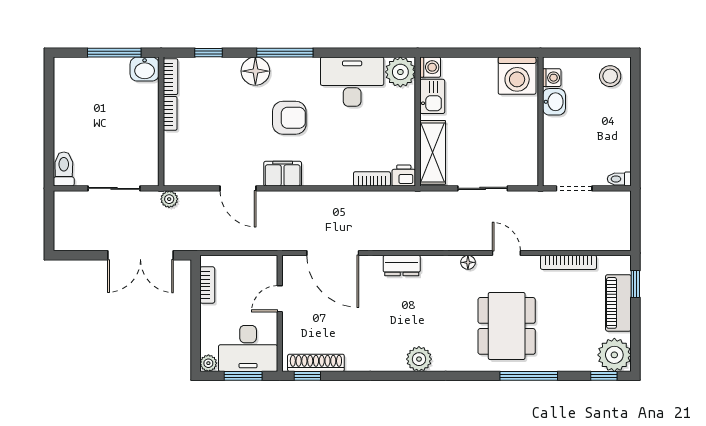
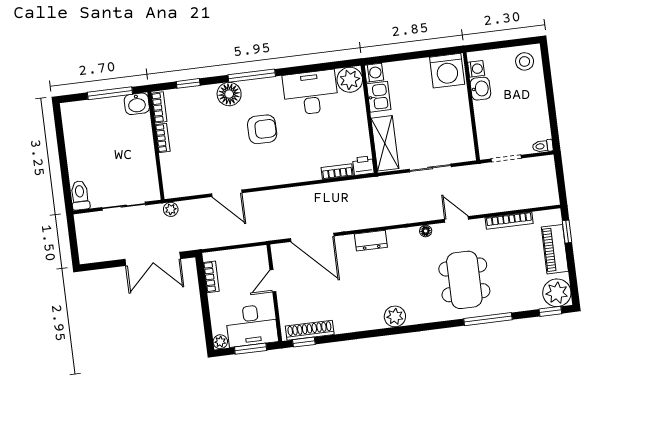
filing cabinet: (283, 174) -> (262, 177), removed

